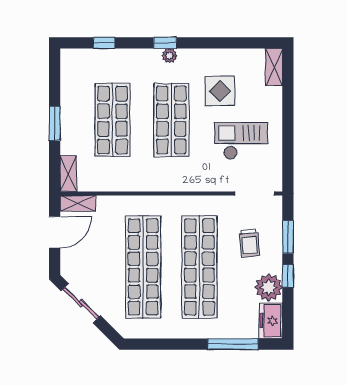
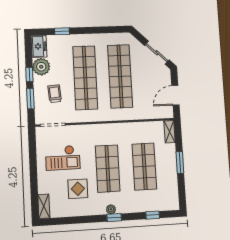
shelving: (78, 203) -> (163, 114), removed
window: (233, 344) -> (62, 31), width x0.46

